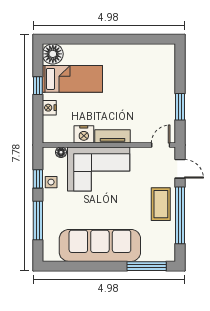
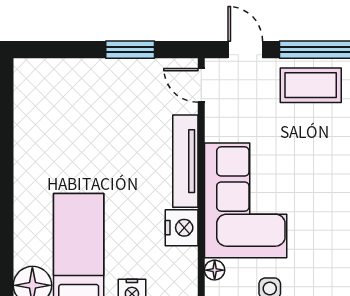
tv unit: (113, 136) -> (185, 161), width x1.41
door: (180, 169) -> (245, 50), hinge flipped

